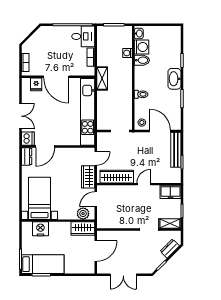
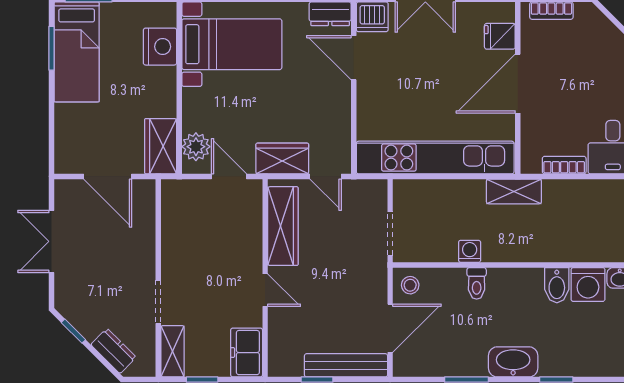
washing machine: (127, 53) -> (470, 251), moved

